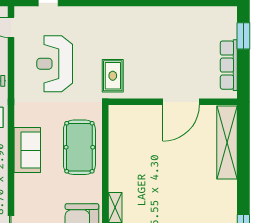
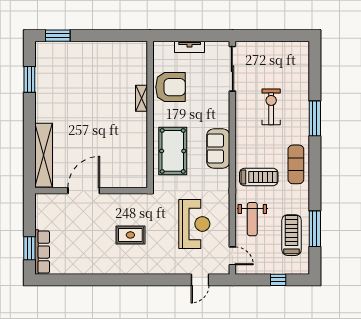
row of seats: (229, 65) -> (42, 252), moved
rug: (113, 76) -> (130, 235), moved, turned 90

